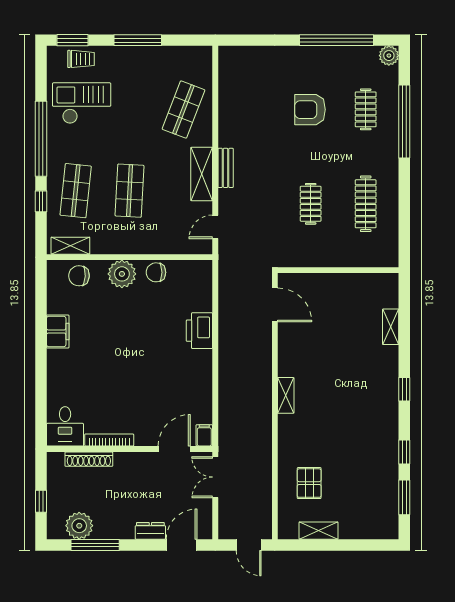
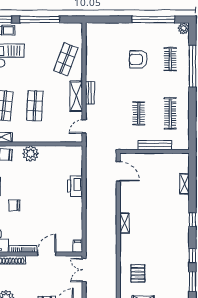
window: (138, 40) -> (40, 20), width x1.46
bench: (339, 259) -> (155, 145), added
chair: (156, 272) -> (14, 205), moved
door: (174, 449) -> (47, 254), moved

